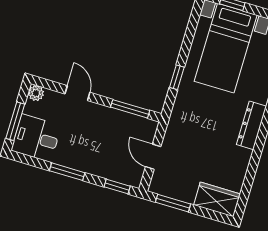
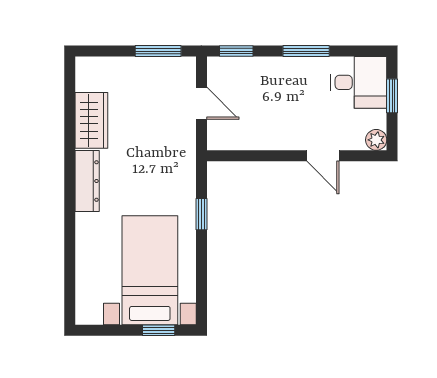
window: (130, 109) -> (249, 156), removed
window: (15, 121) -> (392, 96), width x0.67
wardrobe: (217, 200) -> (91, 120), moved, turned -90

